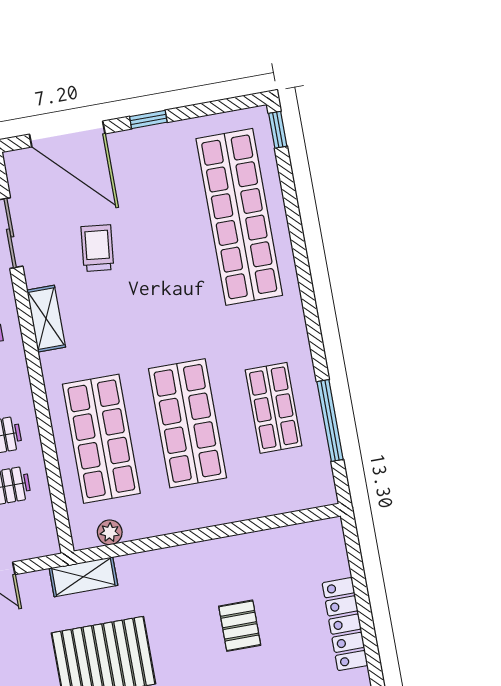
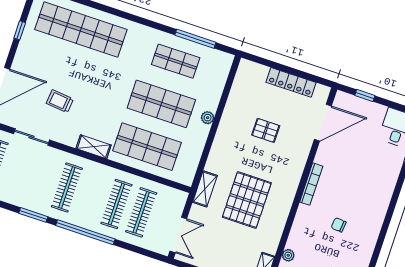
window: (148, 119) -> (20, 30), moved
shelving: (46, 319) -> (94, 147), moved
plant: (110, 532) -> (208, 118), moved

